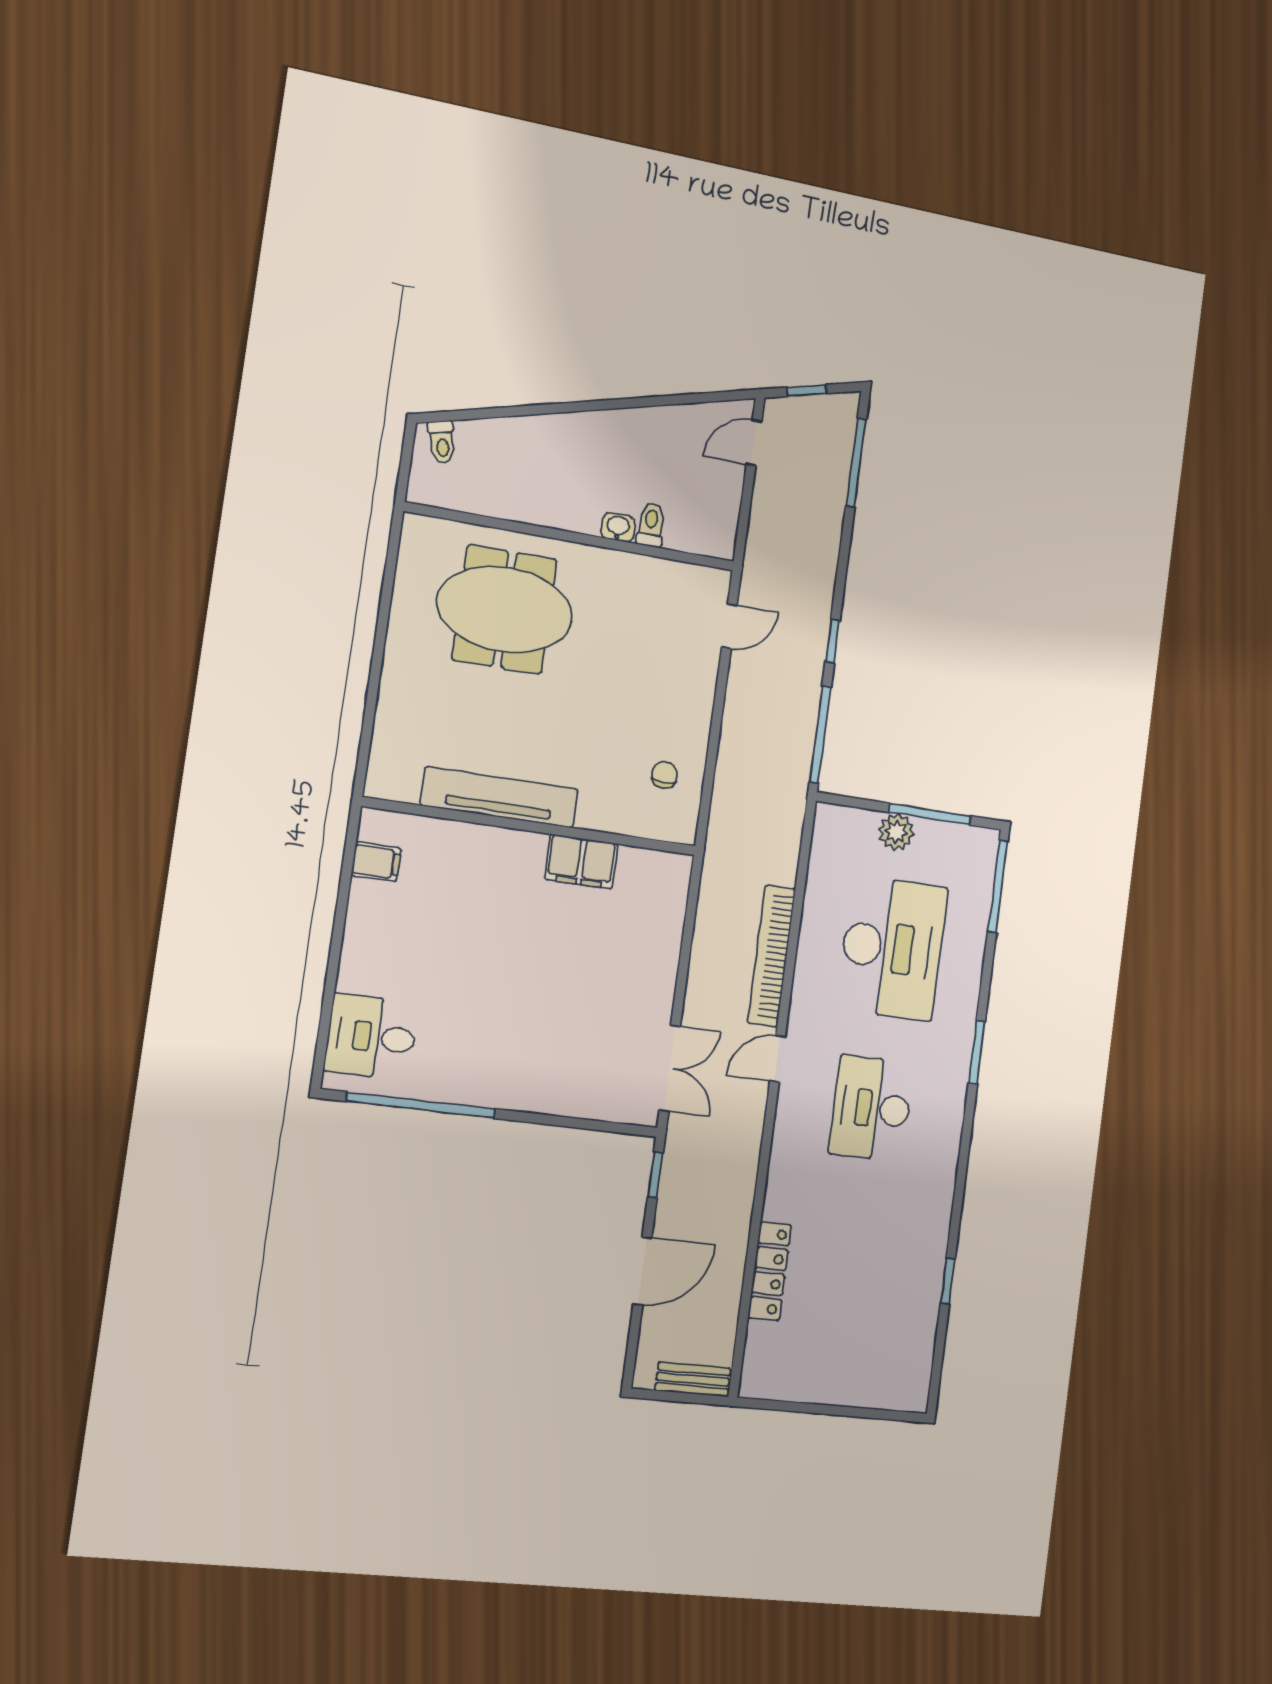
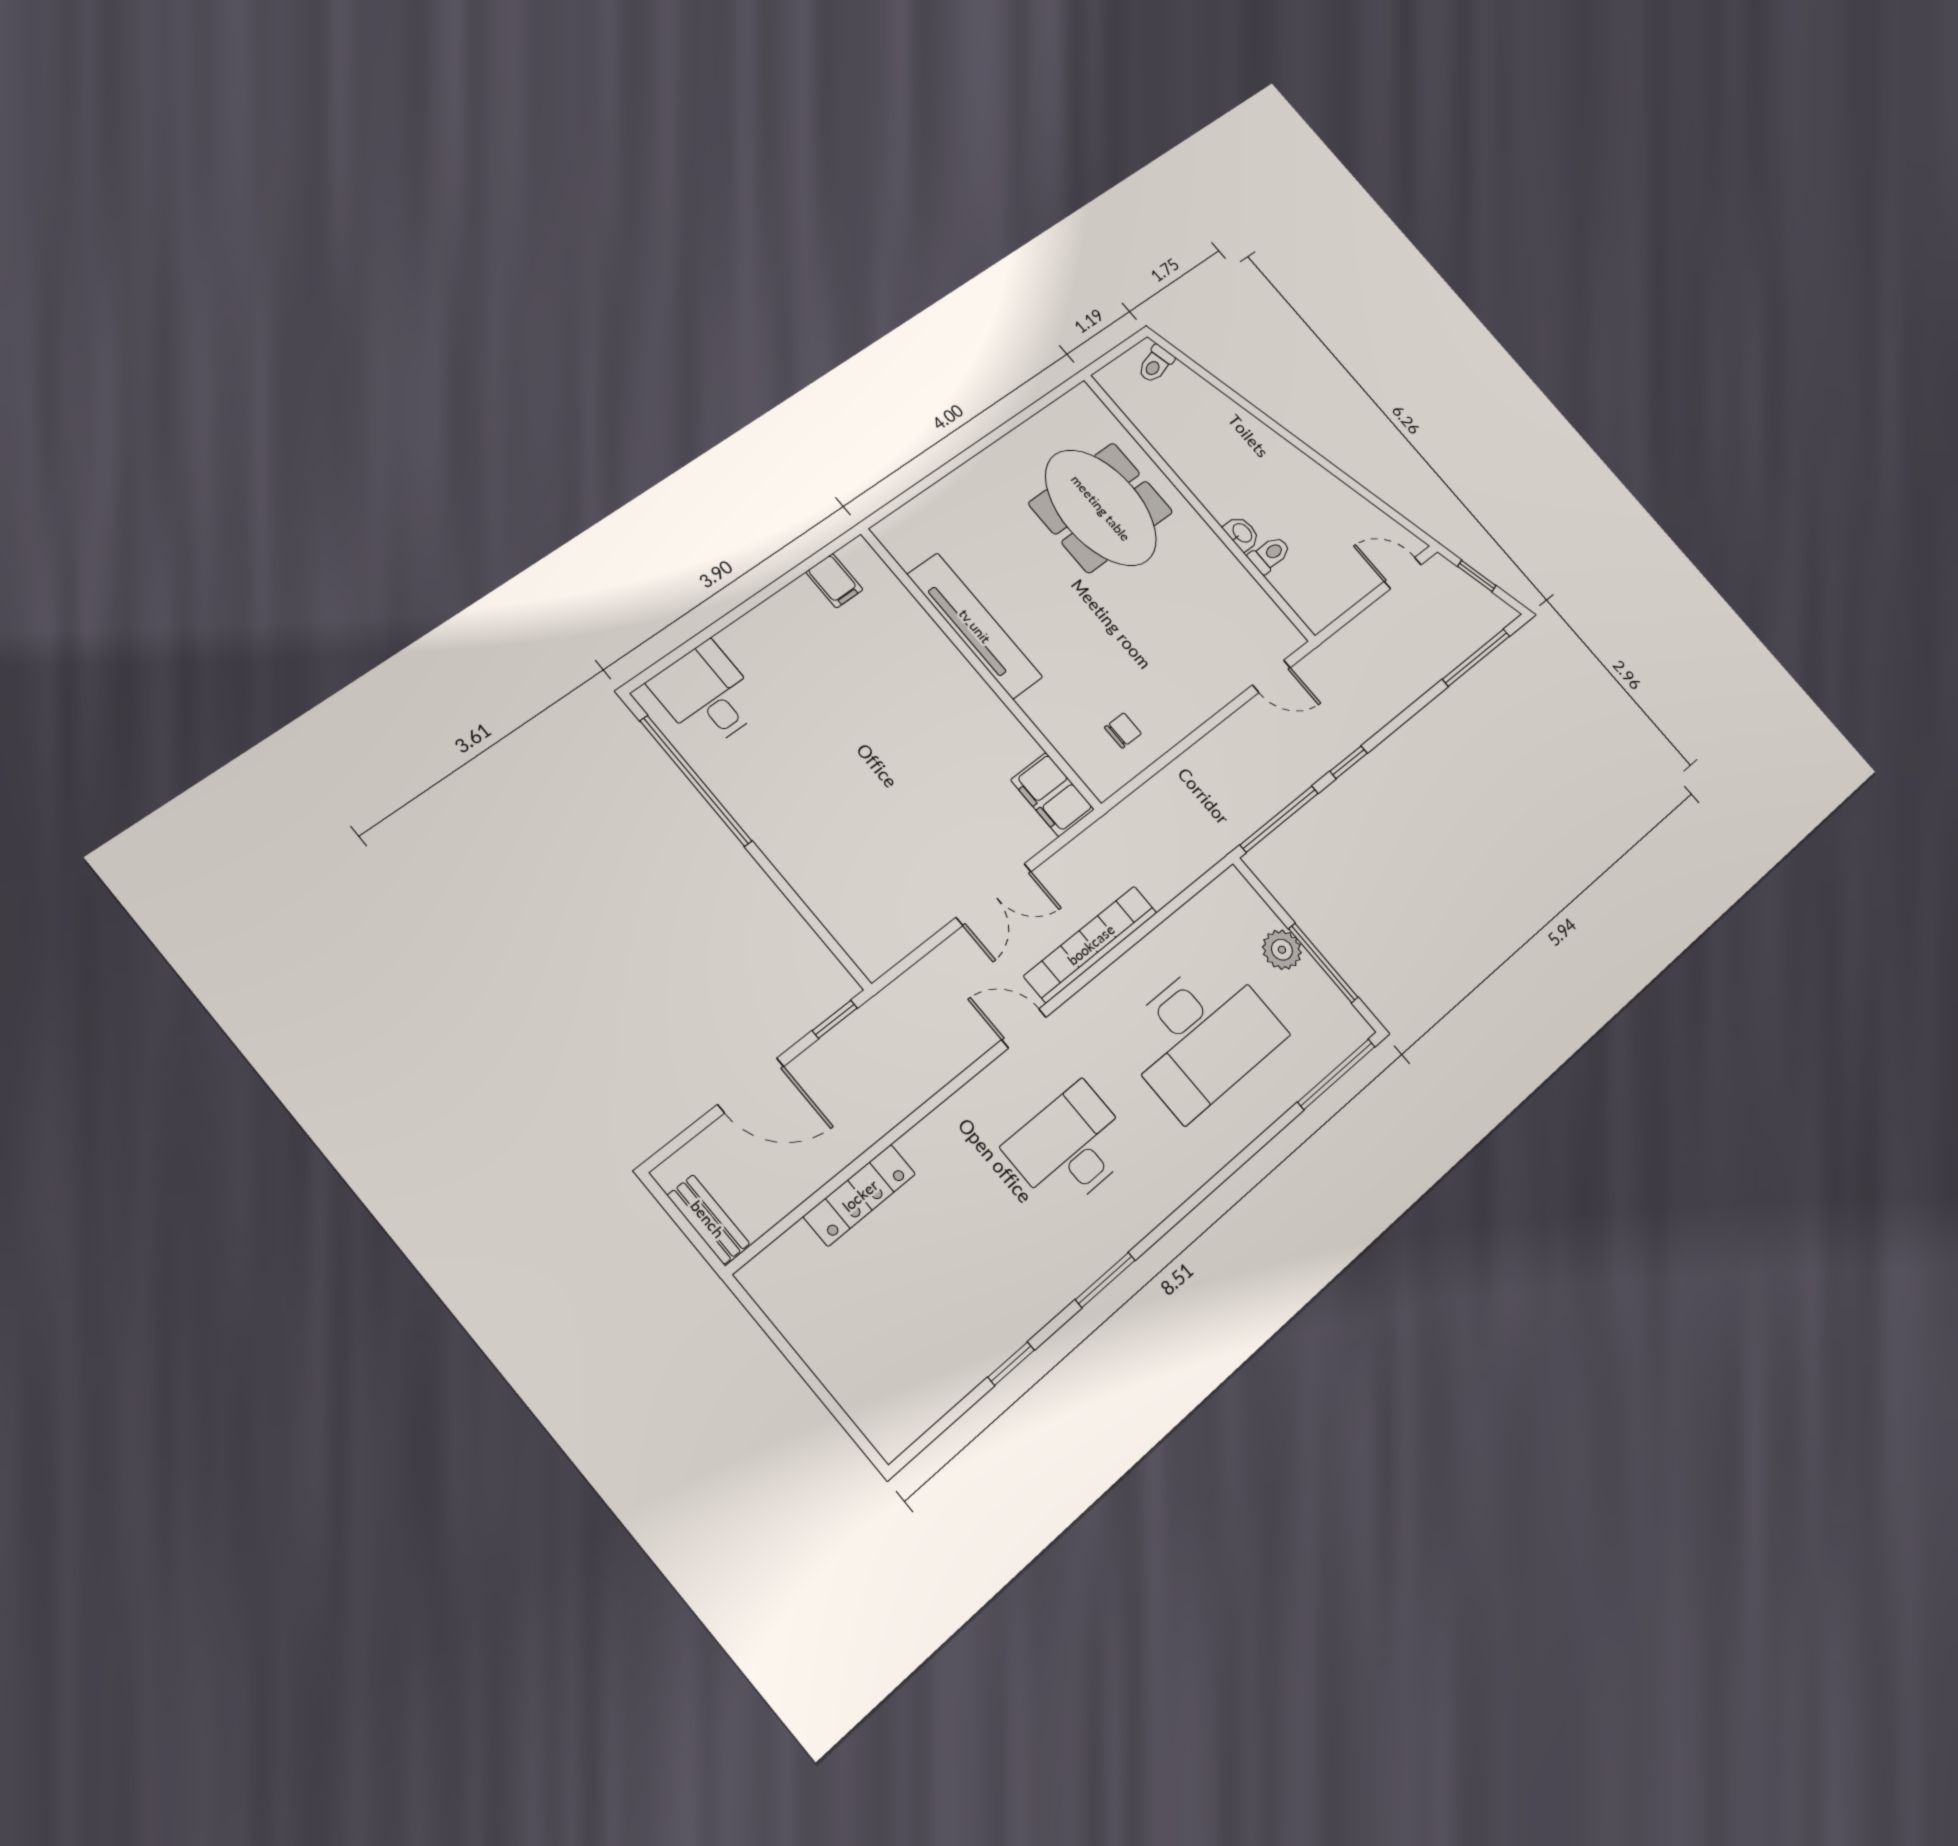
filing cabinet: (581, 861) -> (1052, 795), moved
window: (977, 1052) -> (1105, 1280), moved
double door: (670, 1068) -> (994, 894), moved

